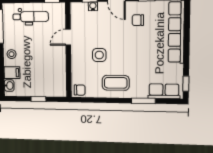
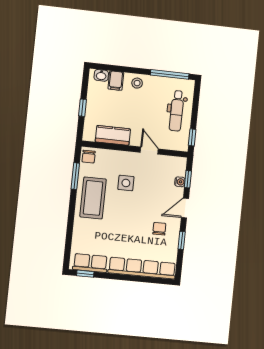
kitchen counter: (59, 71) -> (113, 135), added
coffee table: (116, 83) -> (93, 198), width x1.36, depth x1.32
row of seats: (164, 91) -> (90, 263), moved, turned -90
window: (143, 101) -> (75, 176), moved

